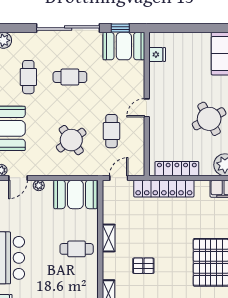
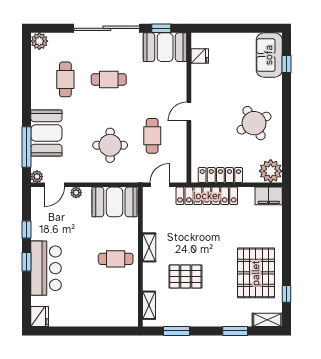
round table: (71, 140) -> (110, 145), turned 36
pallet: (143, 266) -> (185, 276), width x1.50, depth x1.42

